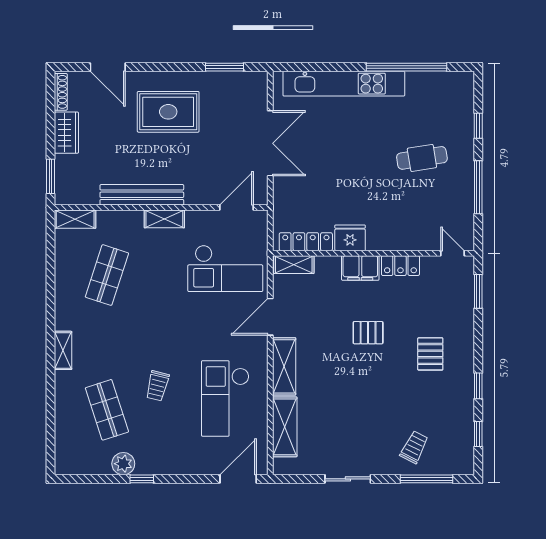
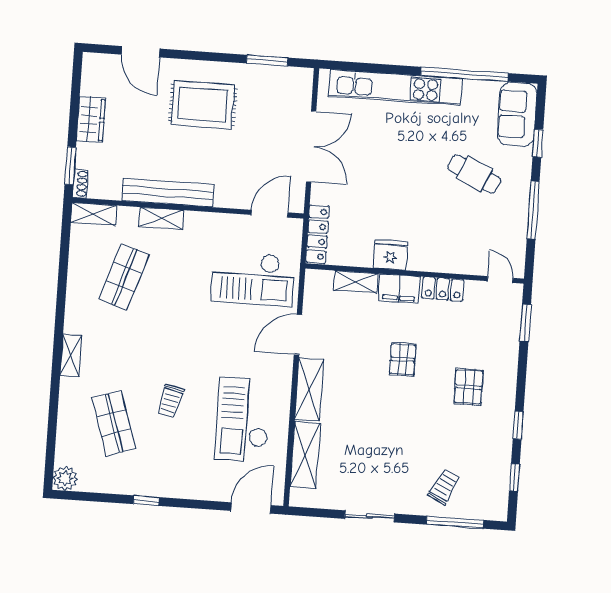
shoe rack: (61, 92) -> (80, 184), moved, width x0.70
sofa: (457, 100) -> (517, 114), added
cafe table: (422, 158) -> (474, 174), turned 34
shelving: (164, 219) -> (161, 218), moved
locker: (306, 242) -> (318, 234), moved, turned 90
shelving: (294, 265) -> (356, 282), moved
pallet: (368, 333) -> (403, 359), turned 90
plant: (123, 464) -> (65, 478), moved

